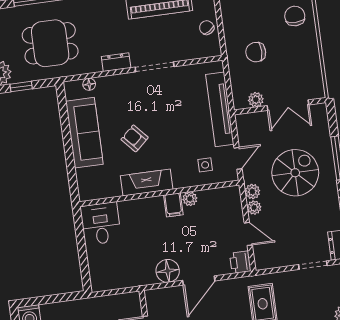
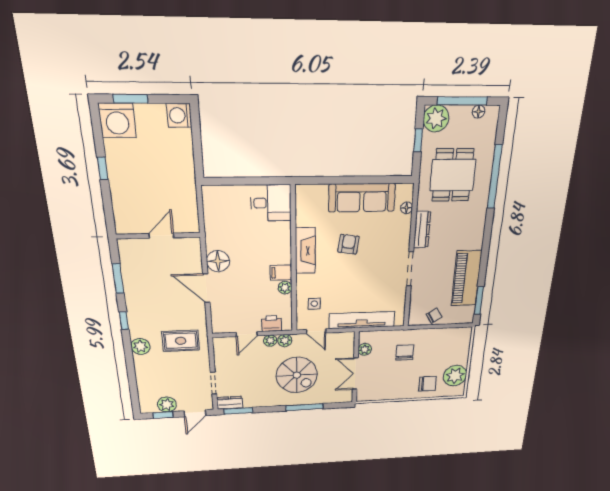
dresser: (116, 62) -> (422, 230), width x1.44
armchair: (135, 138) -> (349, 244), turned -40
printer: (240, 262) -> (271, 323), moved

